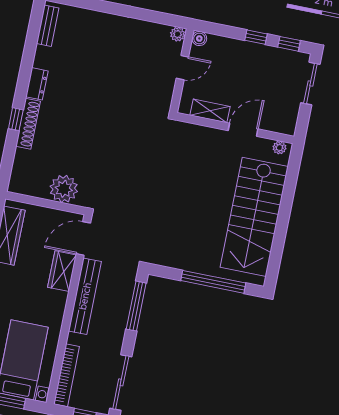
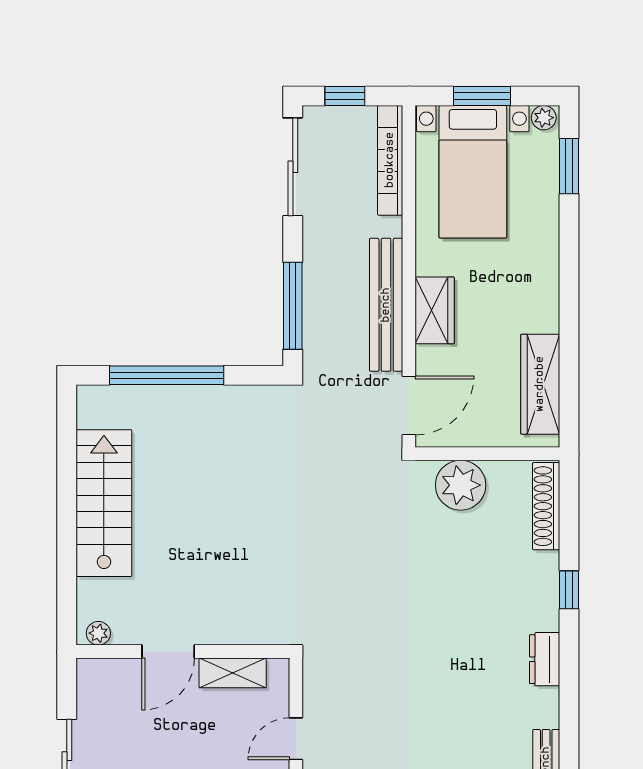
shoe rack: (28, 124) -> (546, 506), moved
stairs: (254, 217) -> (104, 503), width x0.73, depth x0.66
wardrobe: (62, 271) -> (435, 310), moved

